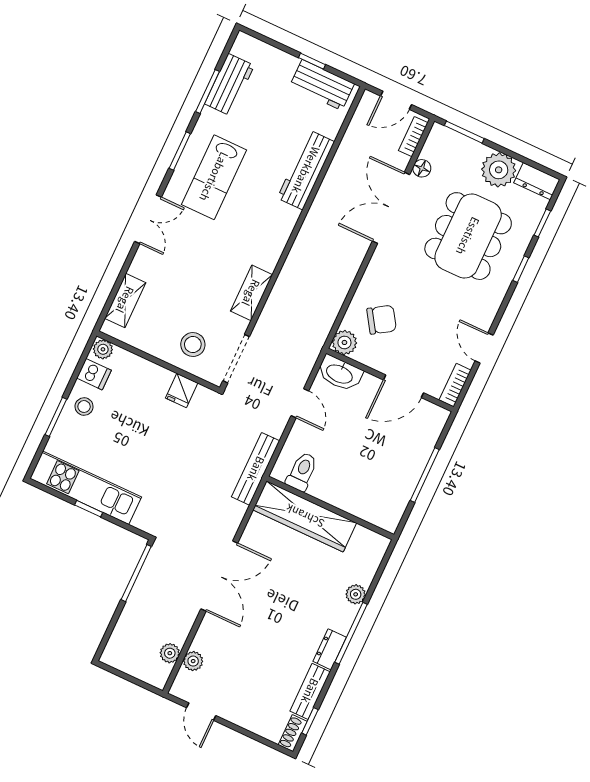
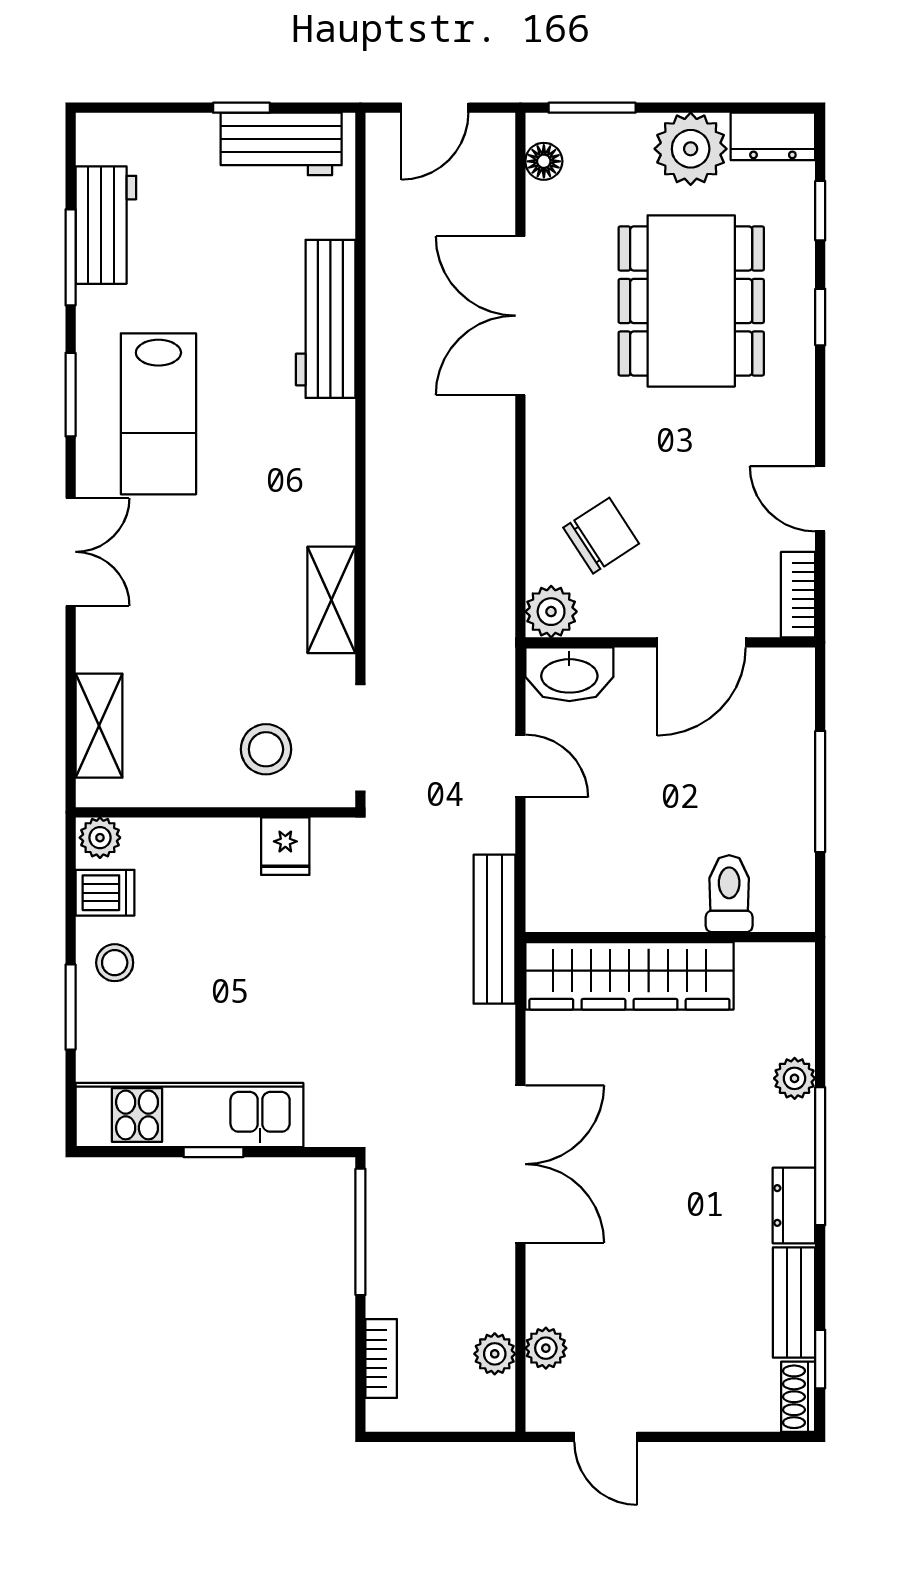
bookcase: (413, 137) -> (381, 1359), moved, turned 180
floor lamp: (422, 168) -> (544, 161), moved
toilet: (302, 472) -> (729, 894), moved

